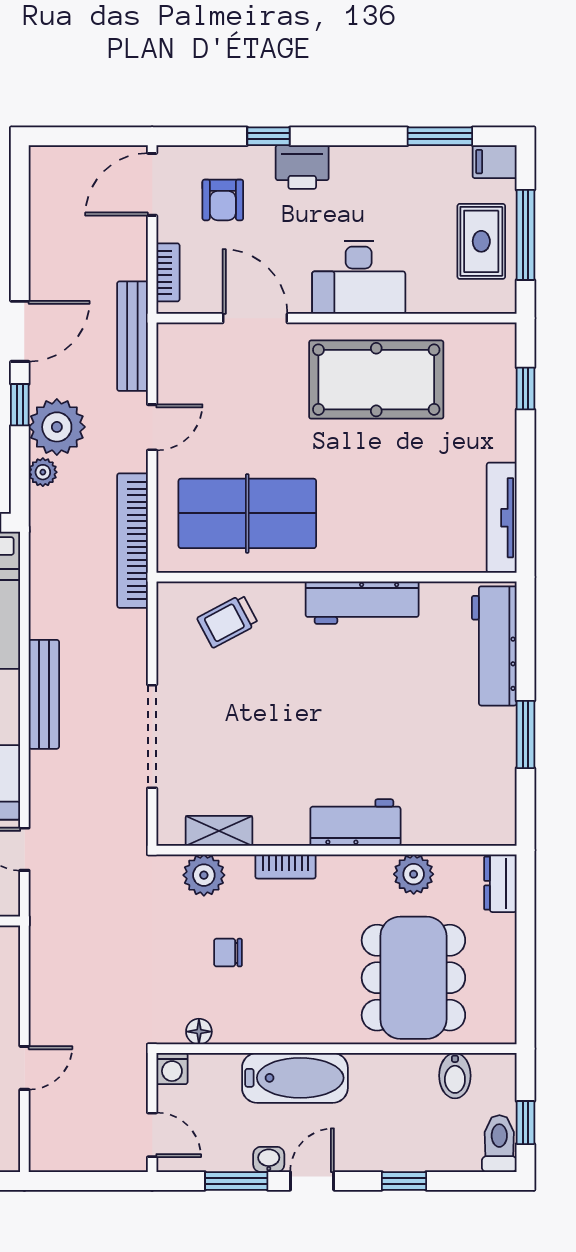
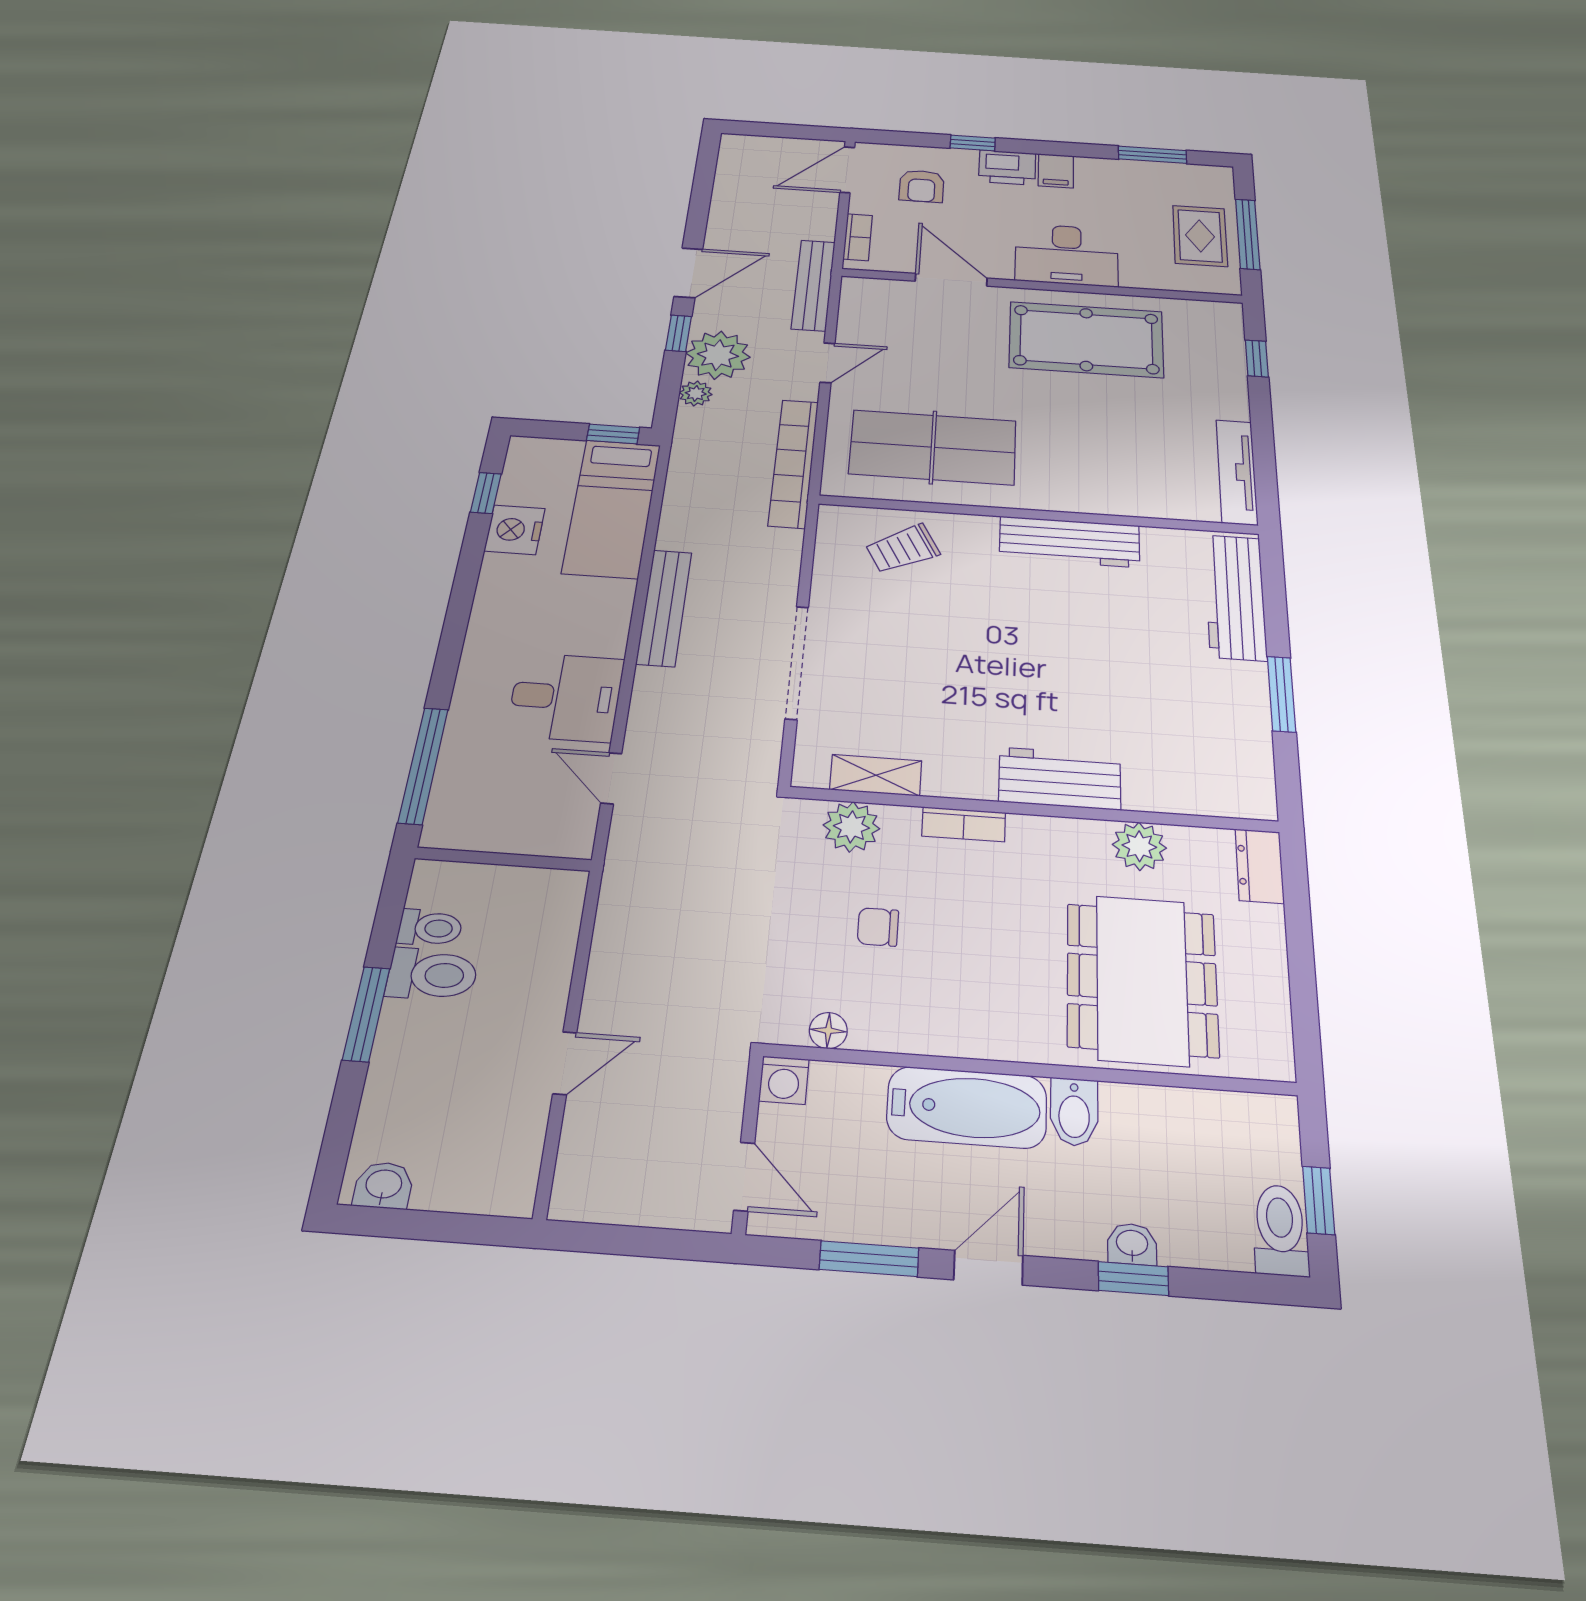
filing cabinet: (495, 162) -> (1056, 171), moved, turned -90
bidet: (455, 1076) -> (1074, 1112), moved
washbasin: (269, 1159) -> (1132, 1244), moved

